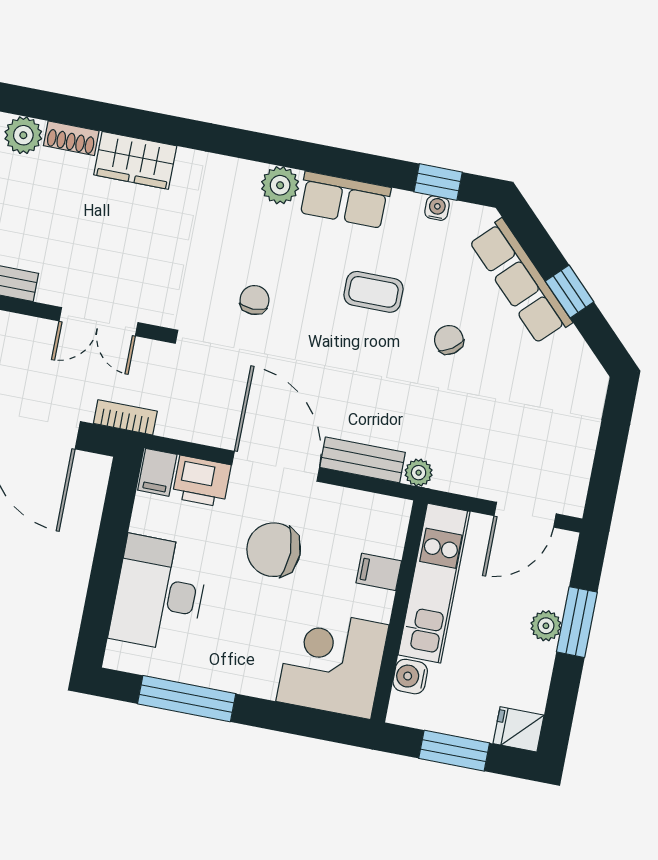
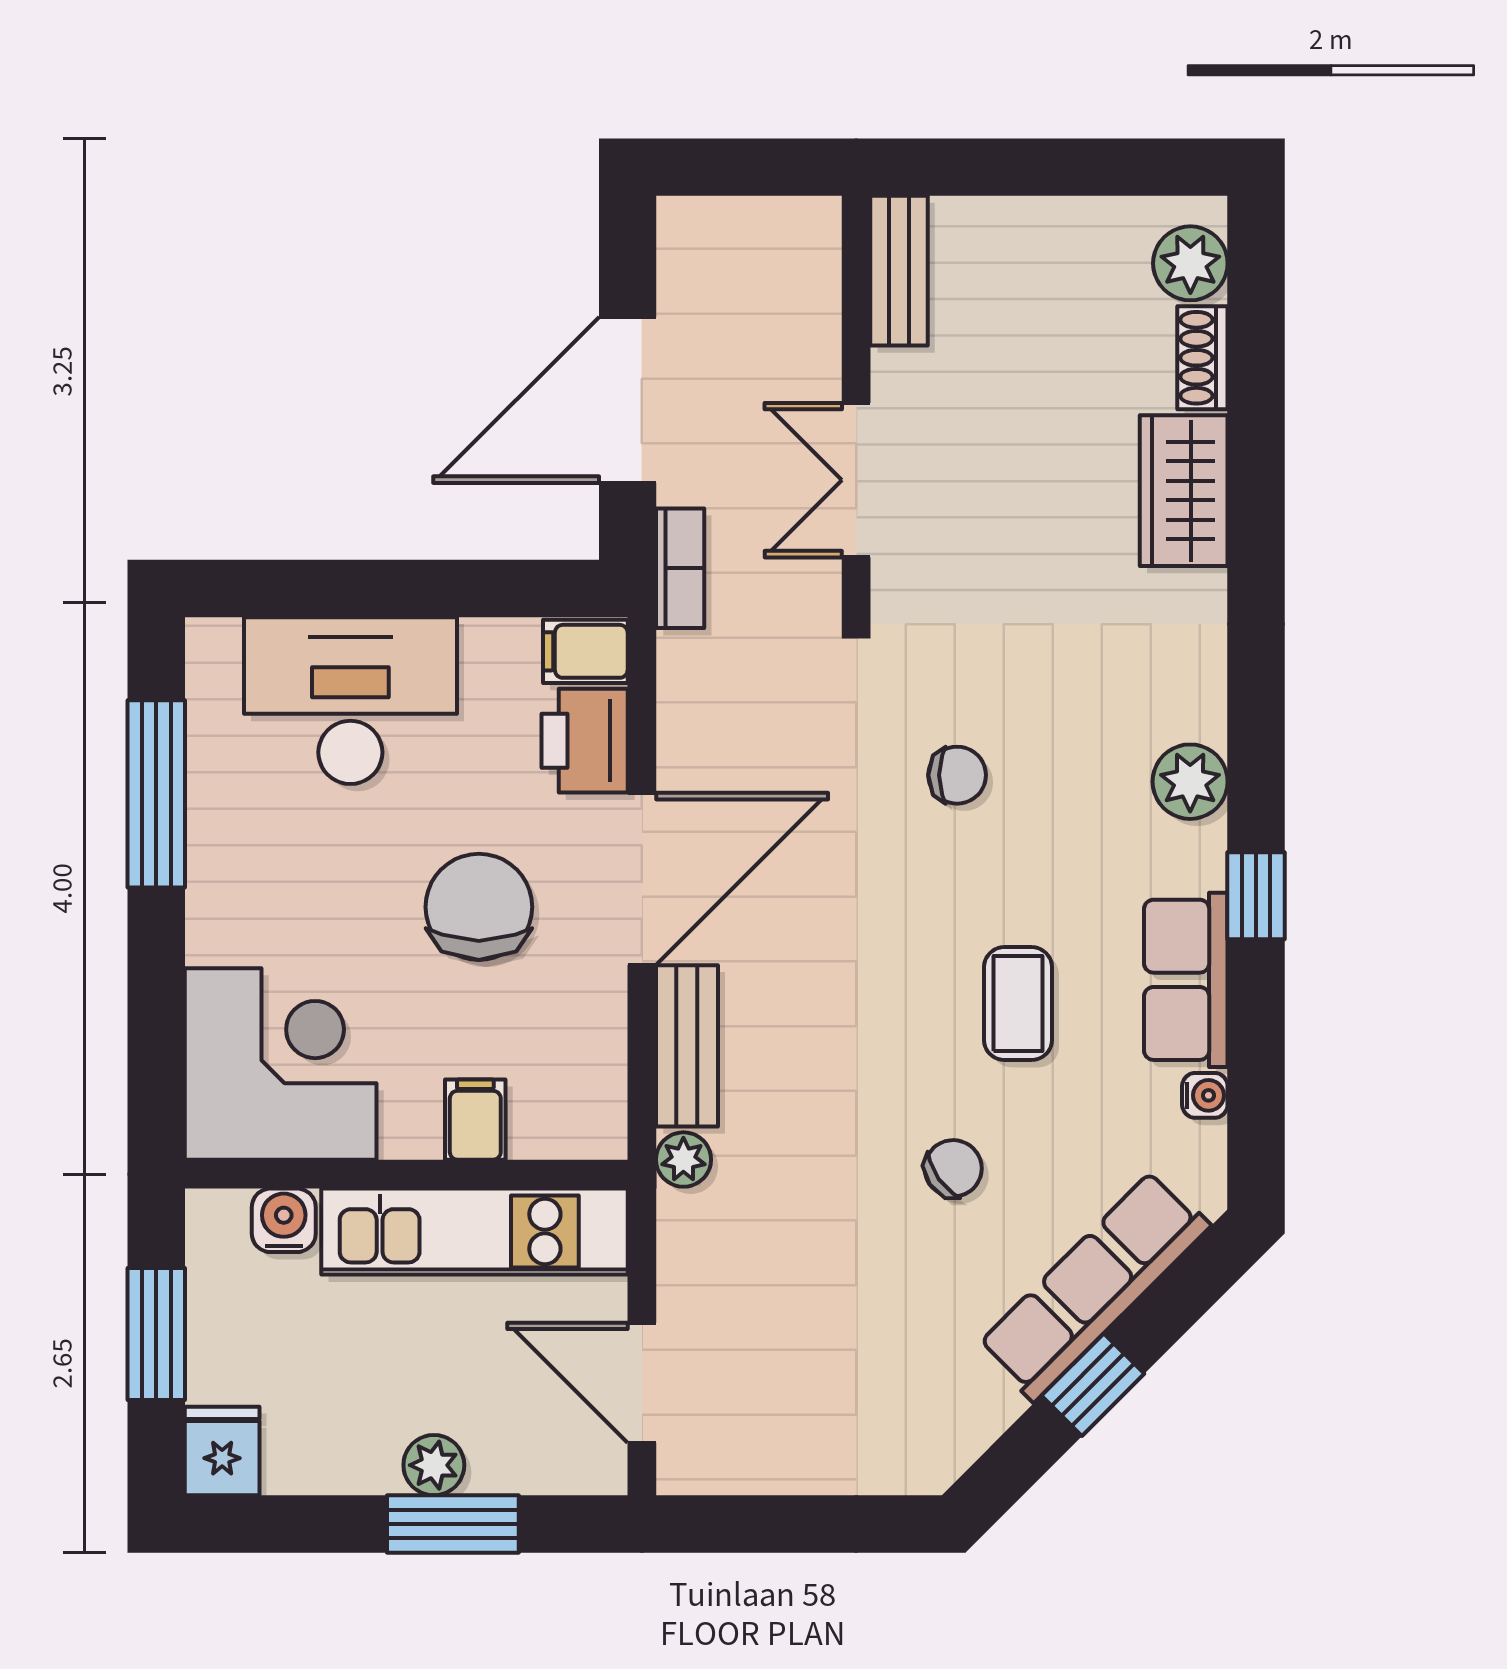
window: (438, 182) -> (1256, 896), moved
row of seats: (344, 200) -> (1186, 980), moved

